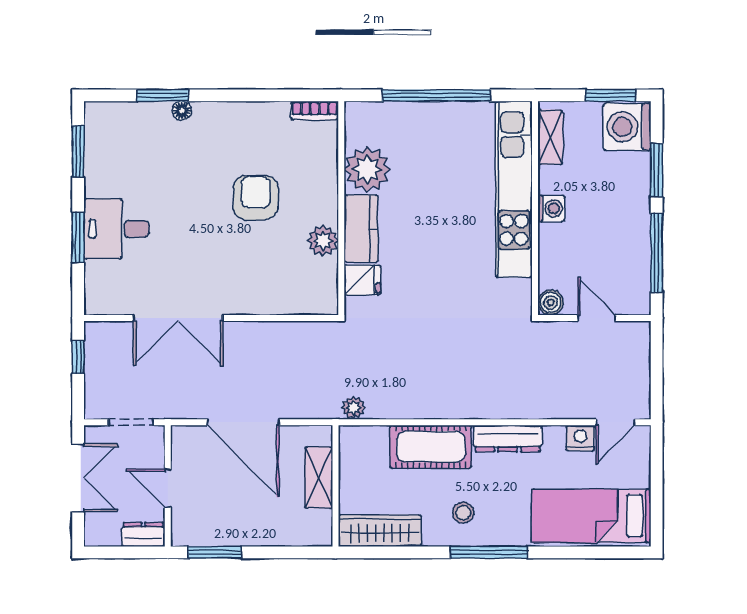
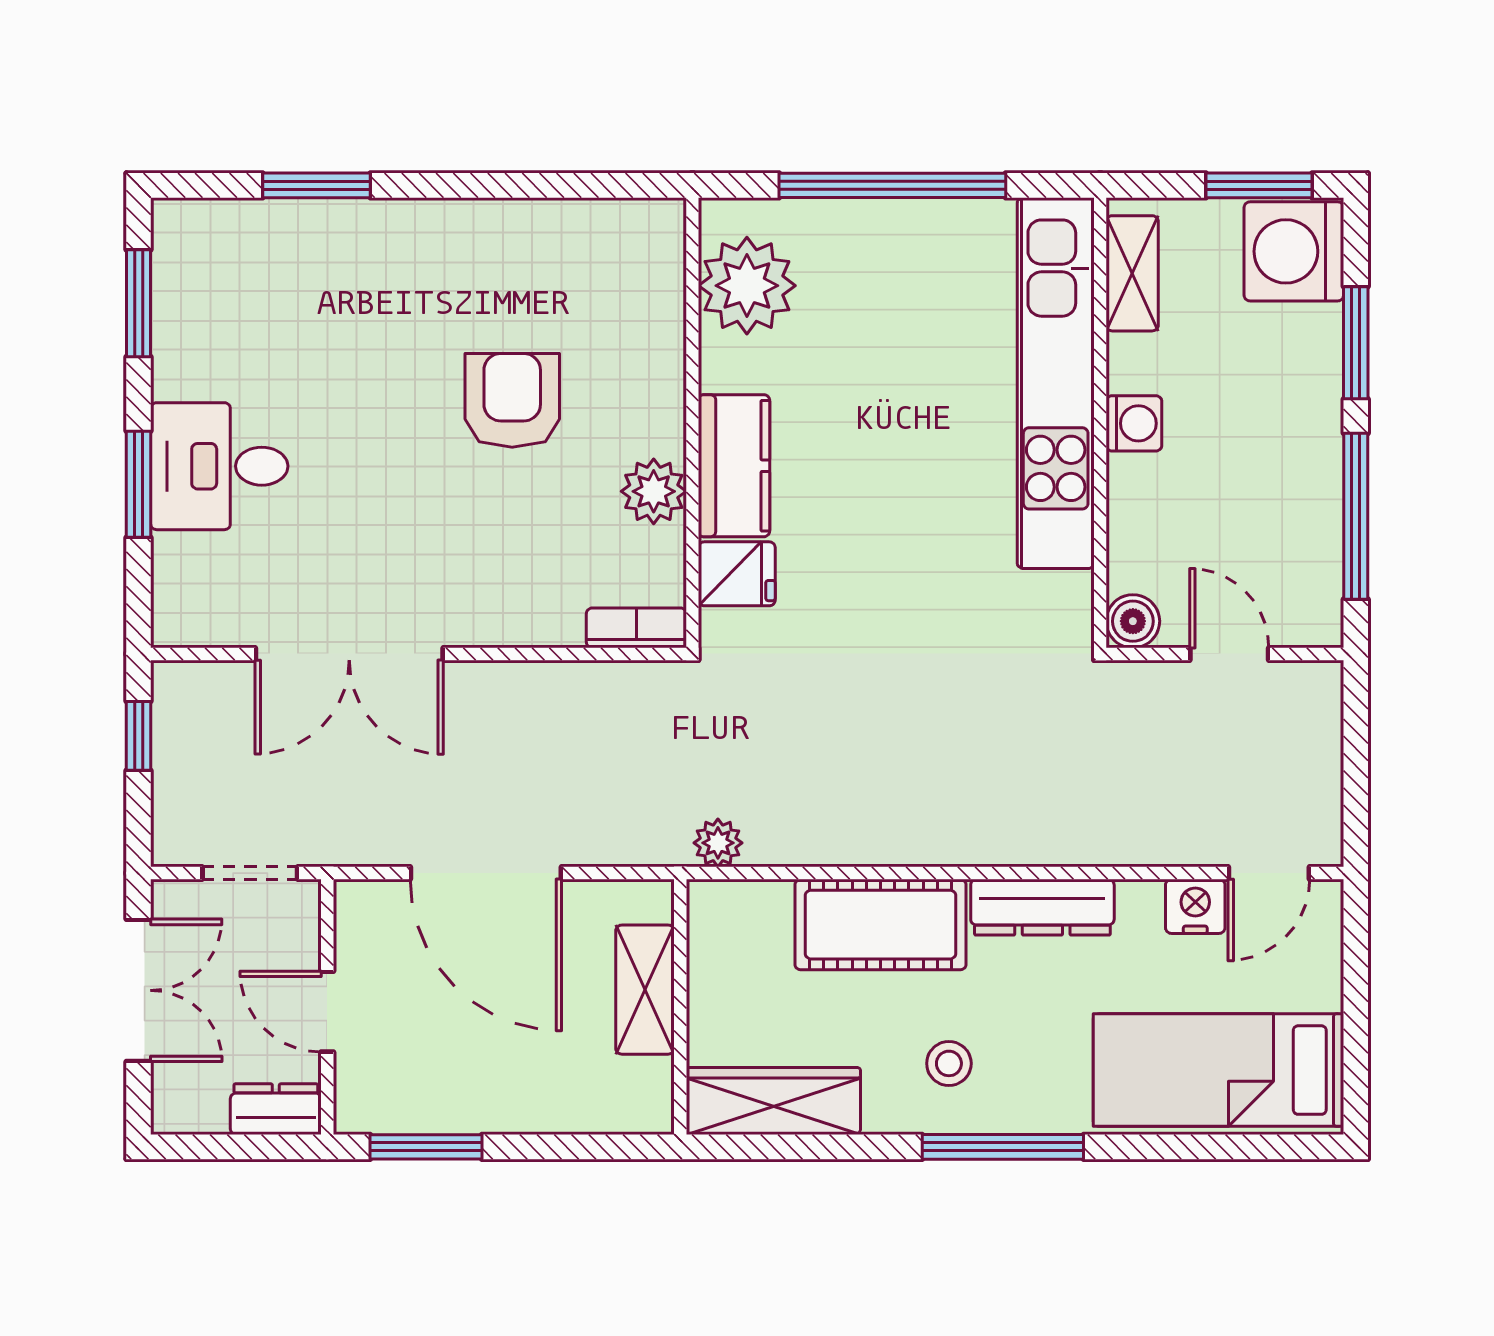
floor lamp: (182, 111) -> (357, 218), removed
bookcase: (315, 111) -> (636, 628), moved, turned 180
plant: (367, 169) -> (747, 286), moved

